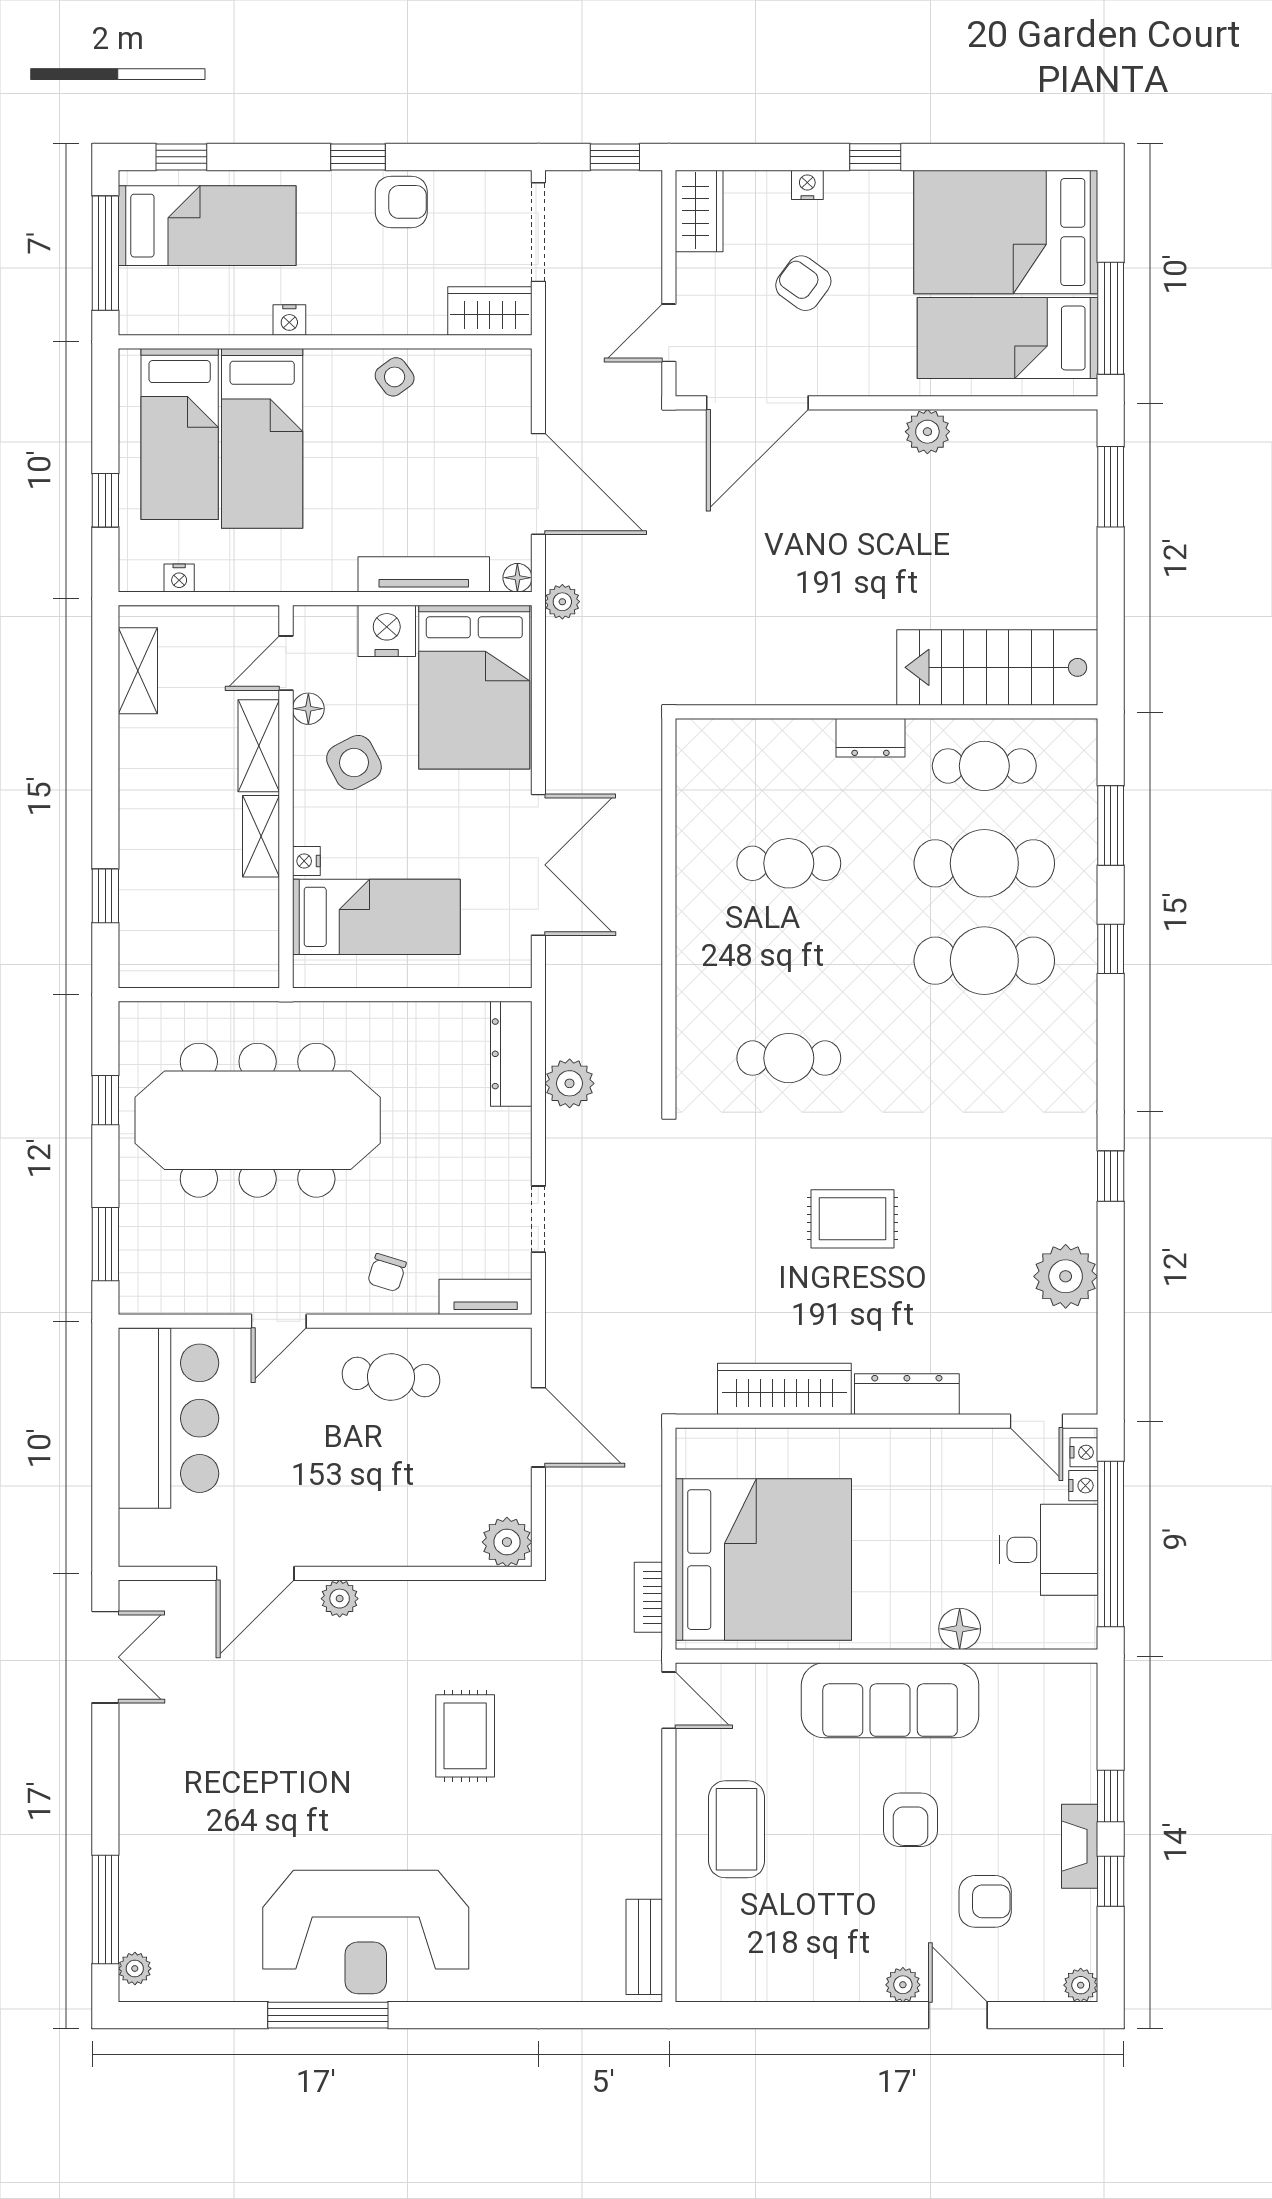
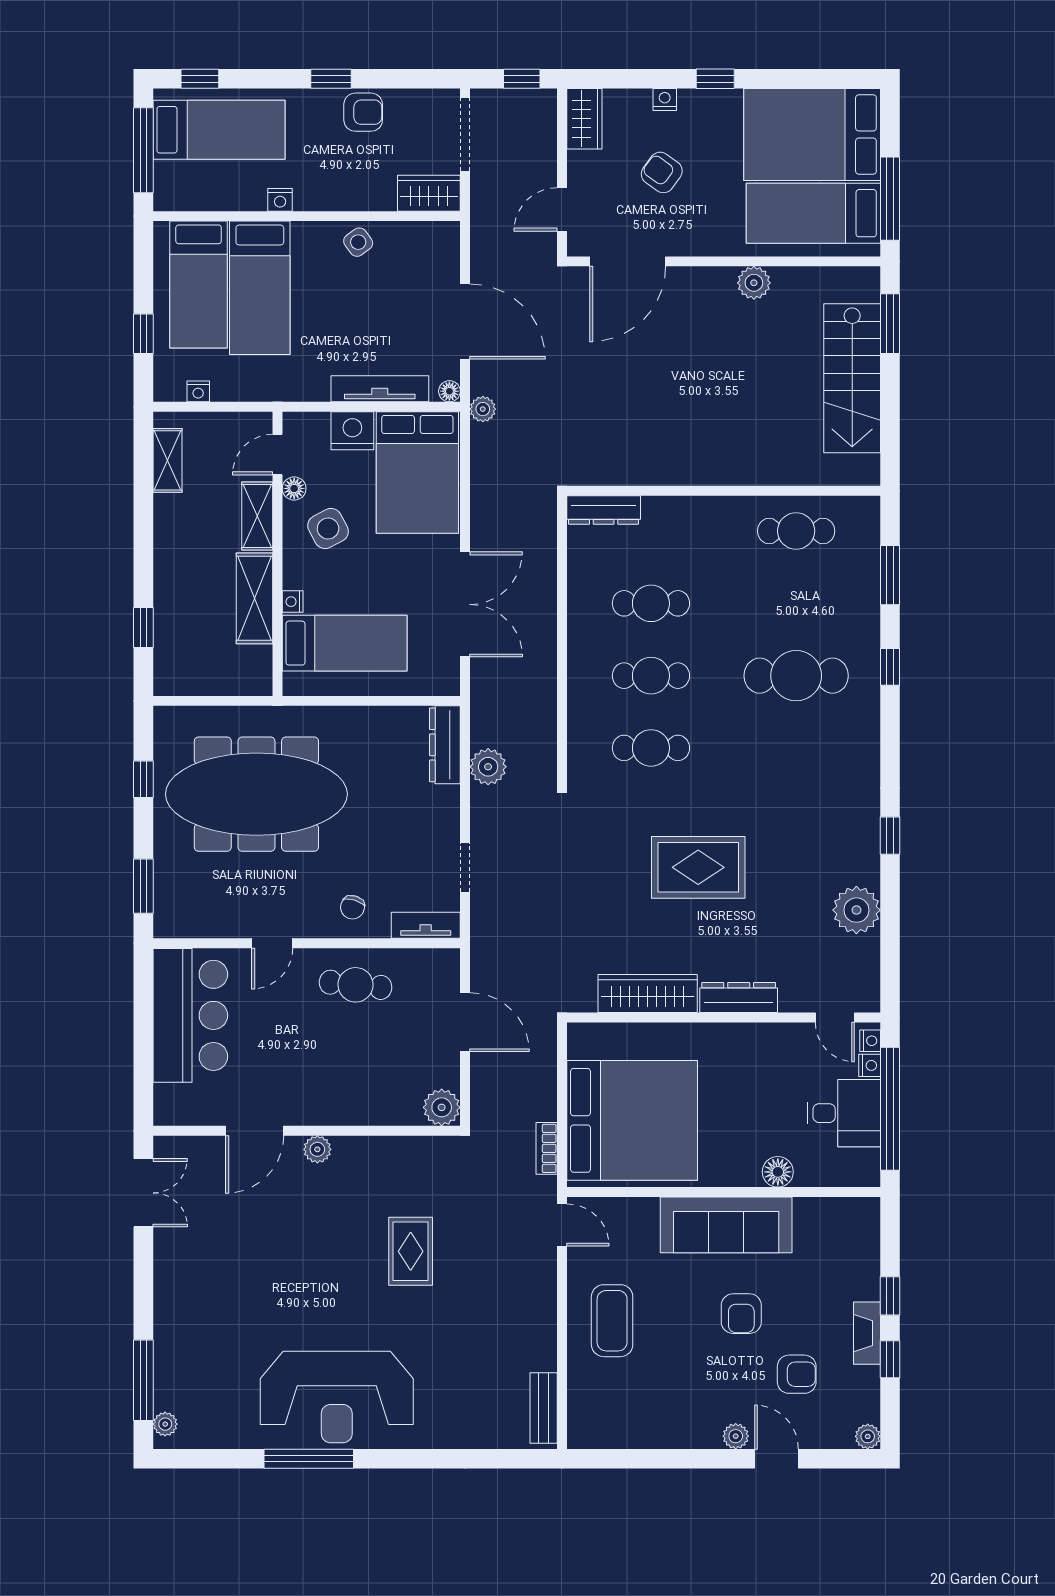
stairs: (997, 667) -> (852, 378), moved, turned -90
dresser: (871, 738) -> (604, 510), moved, width x1.44
shelving: (261, 836) -> (254, 598), width x1.50, depth x1.33
cafe table: (984, 863) -> (651, 676), moved, width x0.73, depth x0.74
rug: (853, 1219) -> (698, 867), width x1.36, depth x1.43

